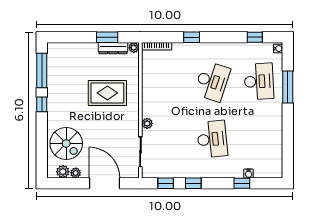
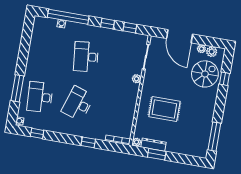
window: (42, 104) -> (225, 79), moved
spiral stairs: (66, 143) -> (205, 74), turned 90
window: (242, 183) -> (68, 17), width x3.17

